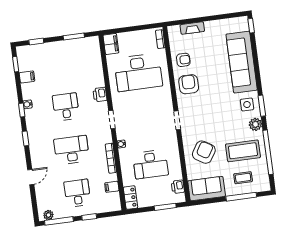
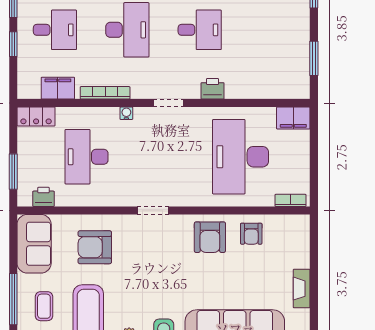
fireplace: (192, 28) -> (302, 289), moved
armchair: (189, 84) -> (210, 237), turned 90
armchair: (204, 152) -> (95, 247), turned 148
filing cabinet: (112, 187) -> (58, 88), width x2.00

